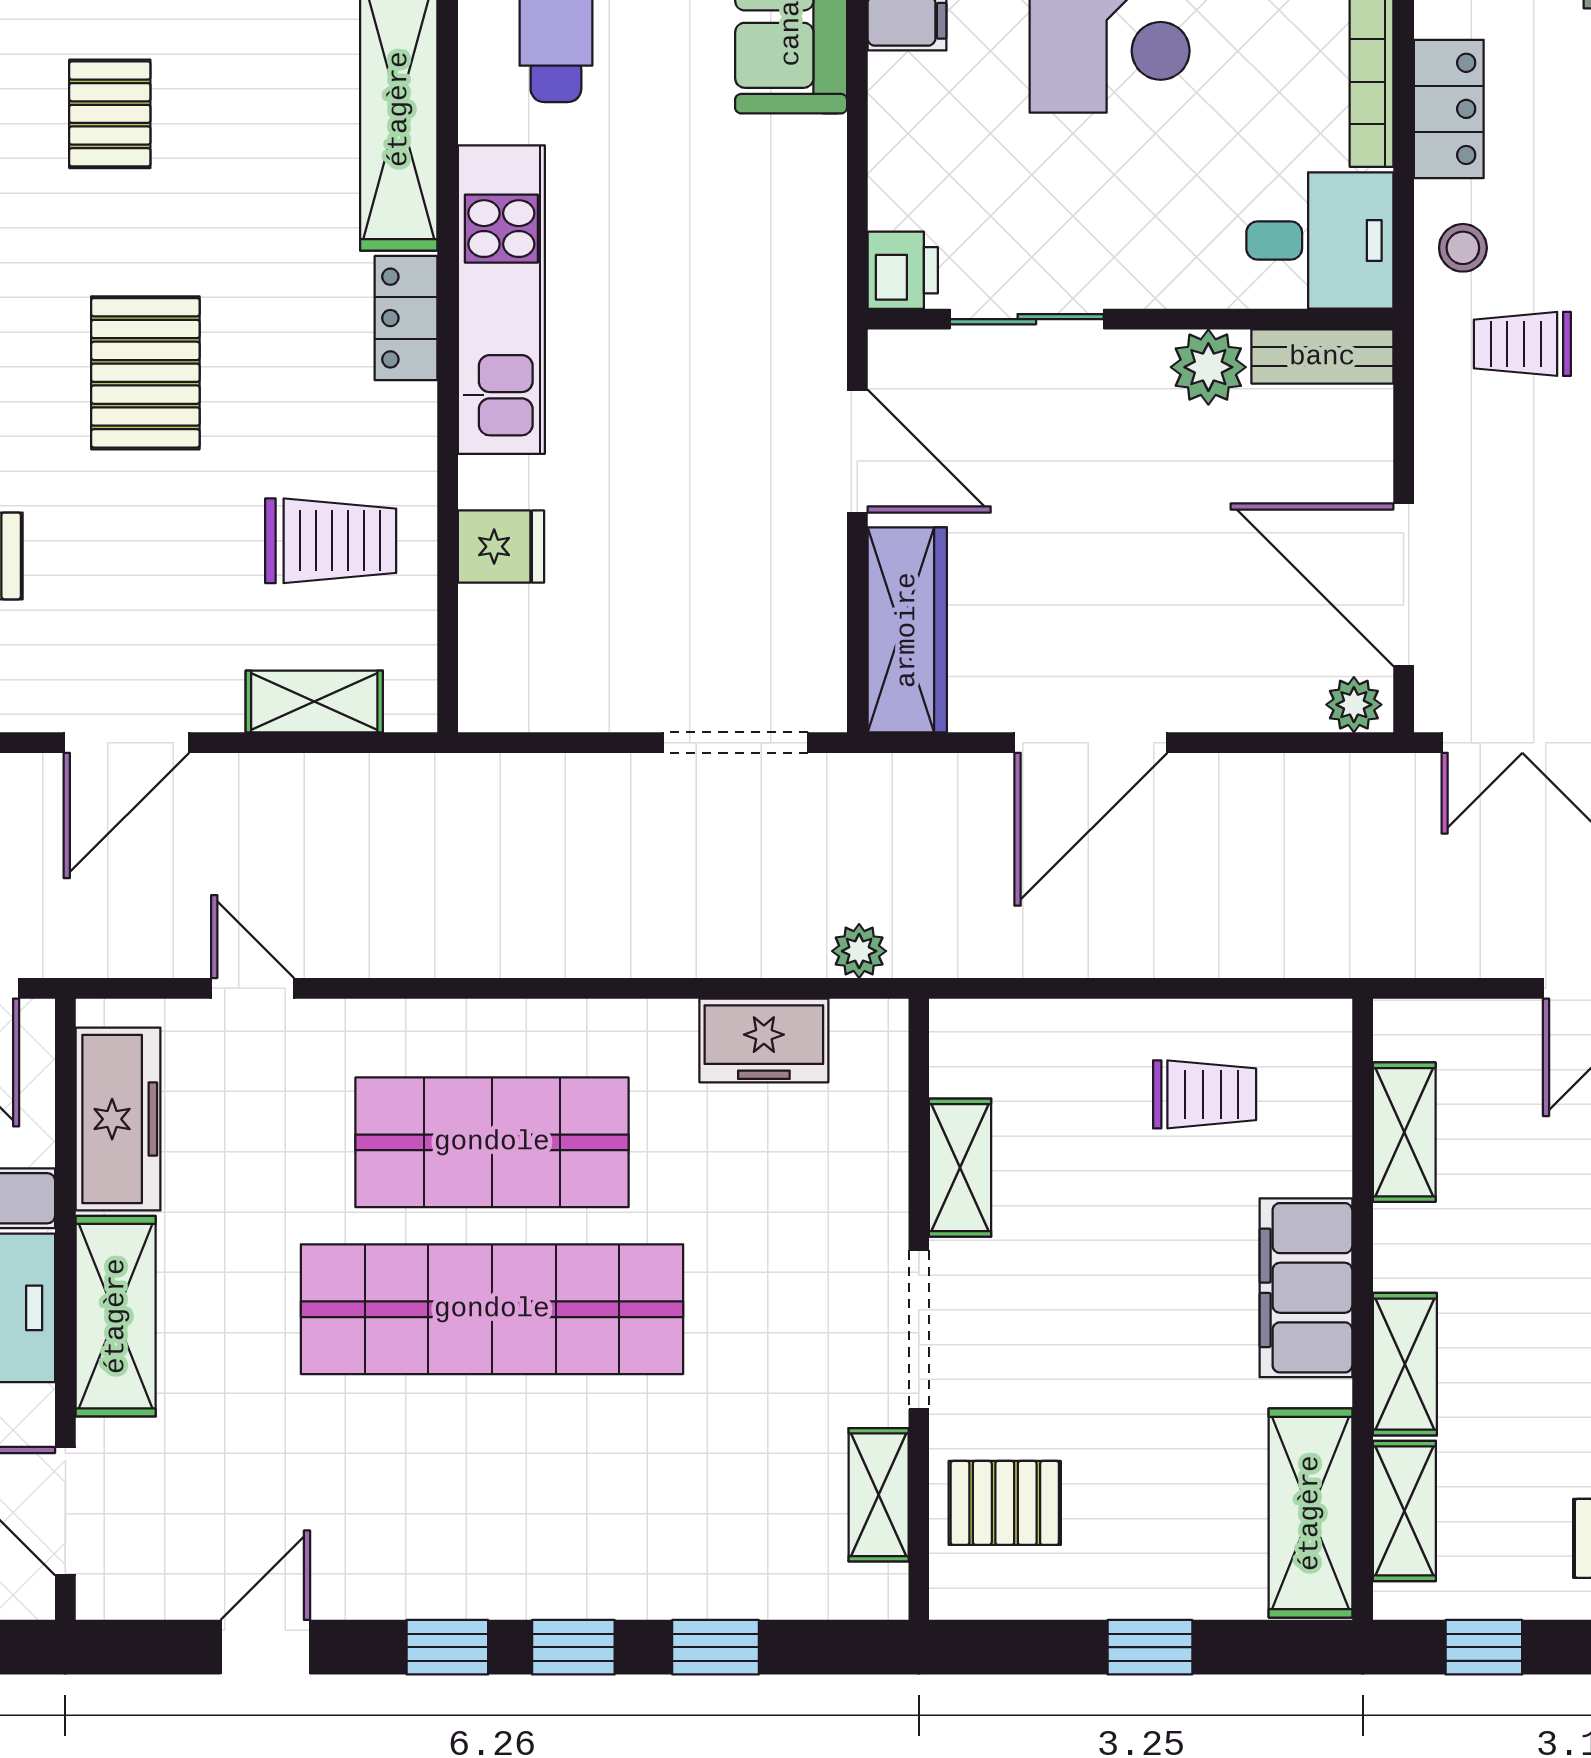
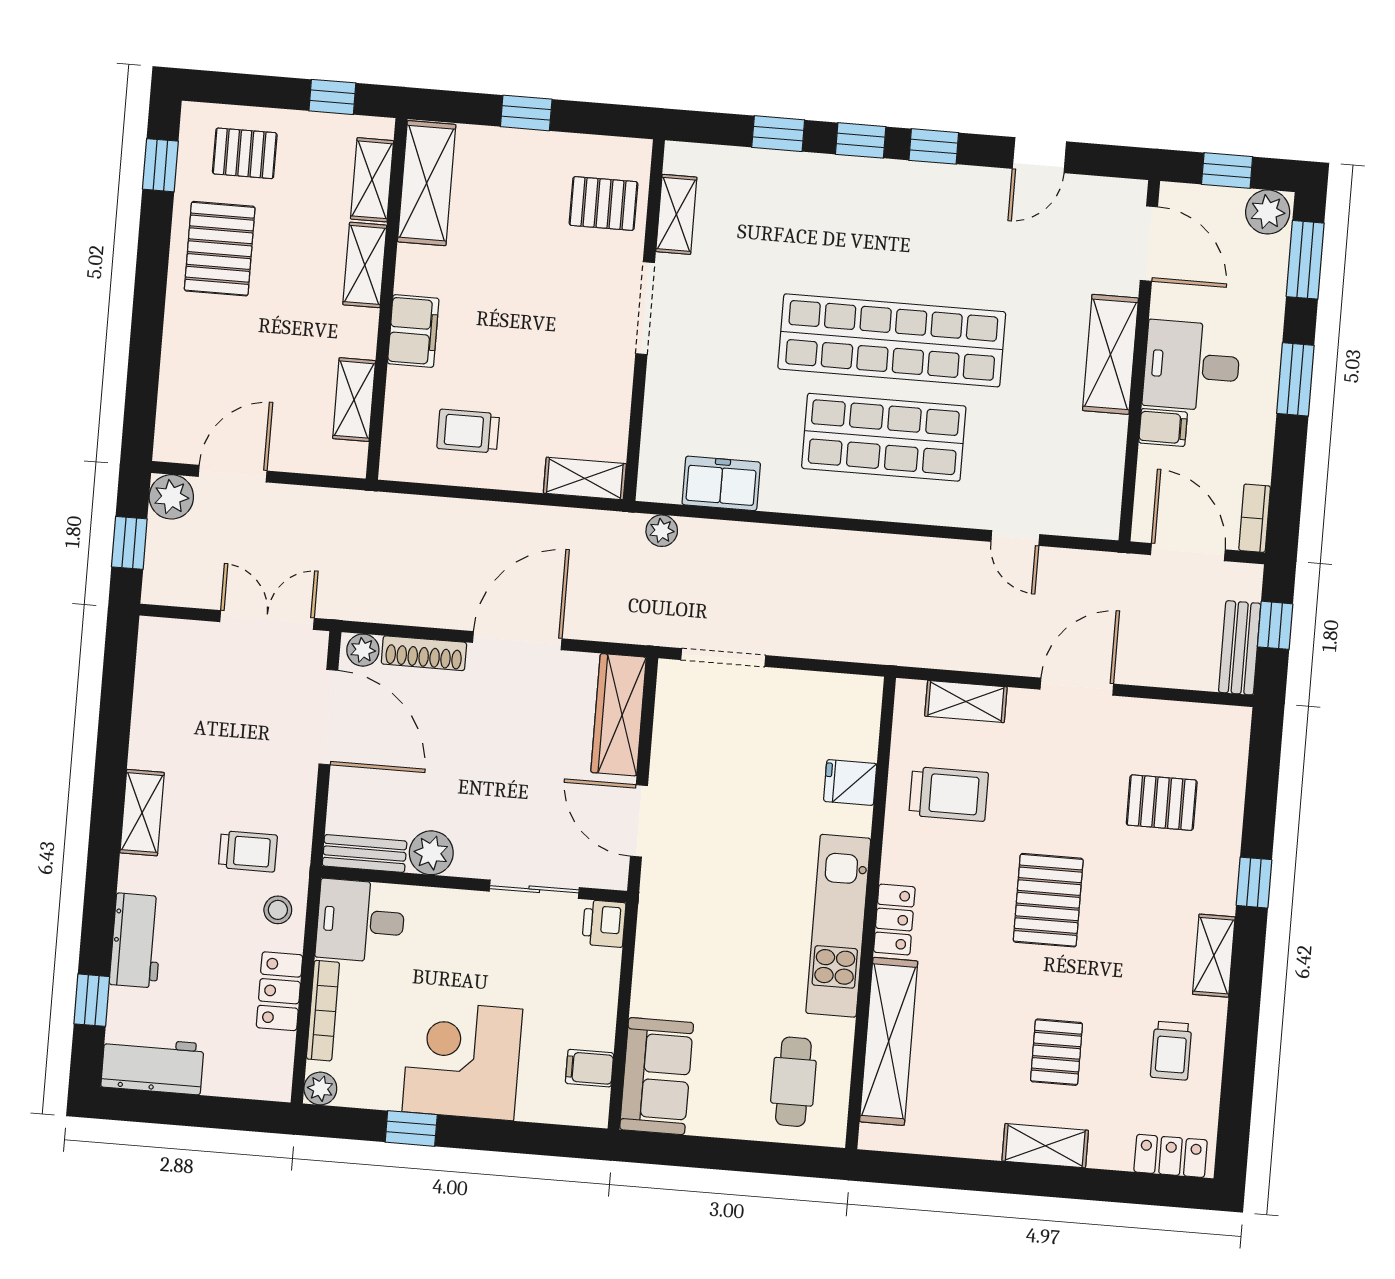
trolley: (331, 541) -> (949, 794), turned 180
shoe rack: (1249, 708) -> (424, 653), added
freezer: (118, 1119) -> (1100, 469), removed
shelving: (960, 1168) -> (585, 478), moved, turned 90
filing cabinet: (1306, 1288) -> (413, 331), width x0.67, depth x0.86

